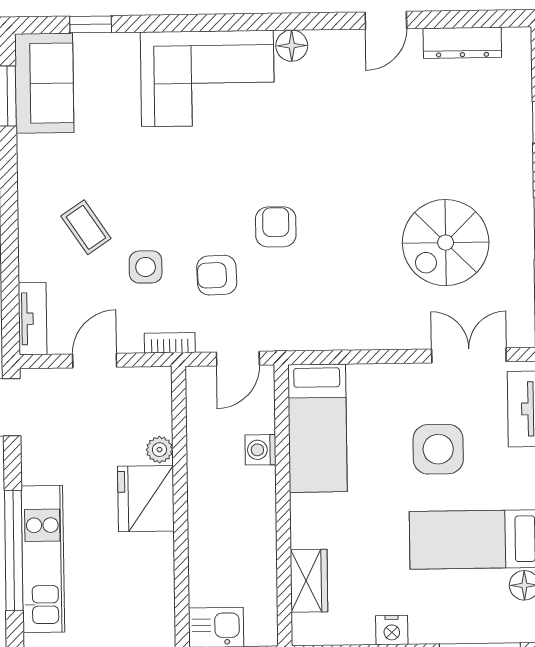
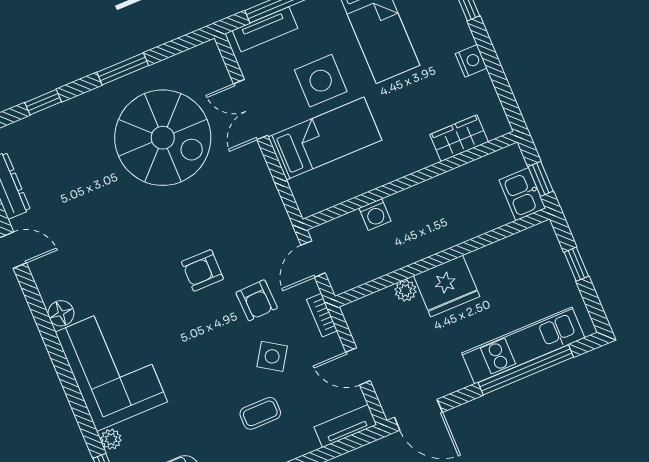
plant: (125, 45) -> (111, 439), added
coffee table: (86, 227) -> (260, 413), turned 34
spiral stairs: (446, 243) -> (163, 138), width x1.37, depth x1.37
side table: (146, 267) -> (272, 356), turned 33
double door: (469, 355) -> (251, 110), moved
door: (238, 359) -> (313, 259), swing flipped
bed: (317, 428) -> (325, 139), moved

